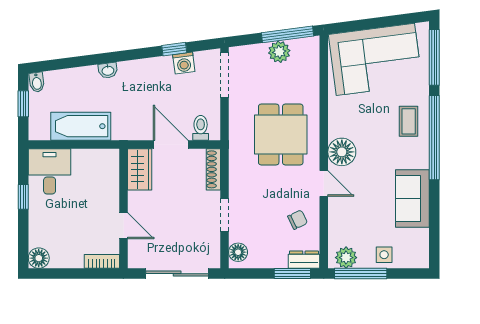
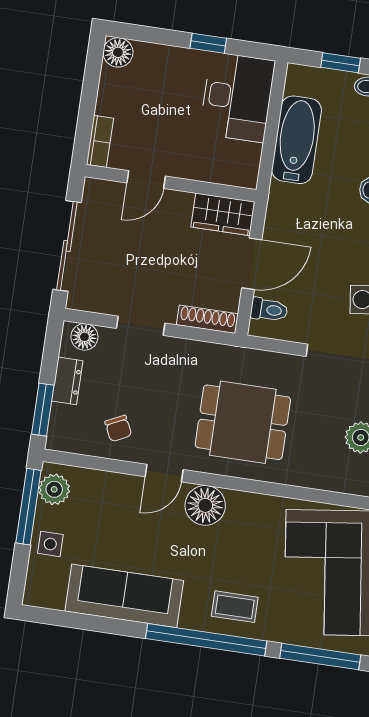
desk: (50, 171) -> (237, 97), width x1.37
sofa: (412, 198) -> (124, 596), width x1.36
dresser: (304, 260) -> (67, 381), moved

